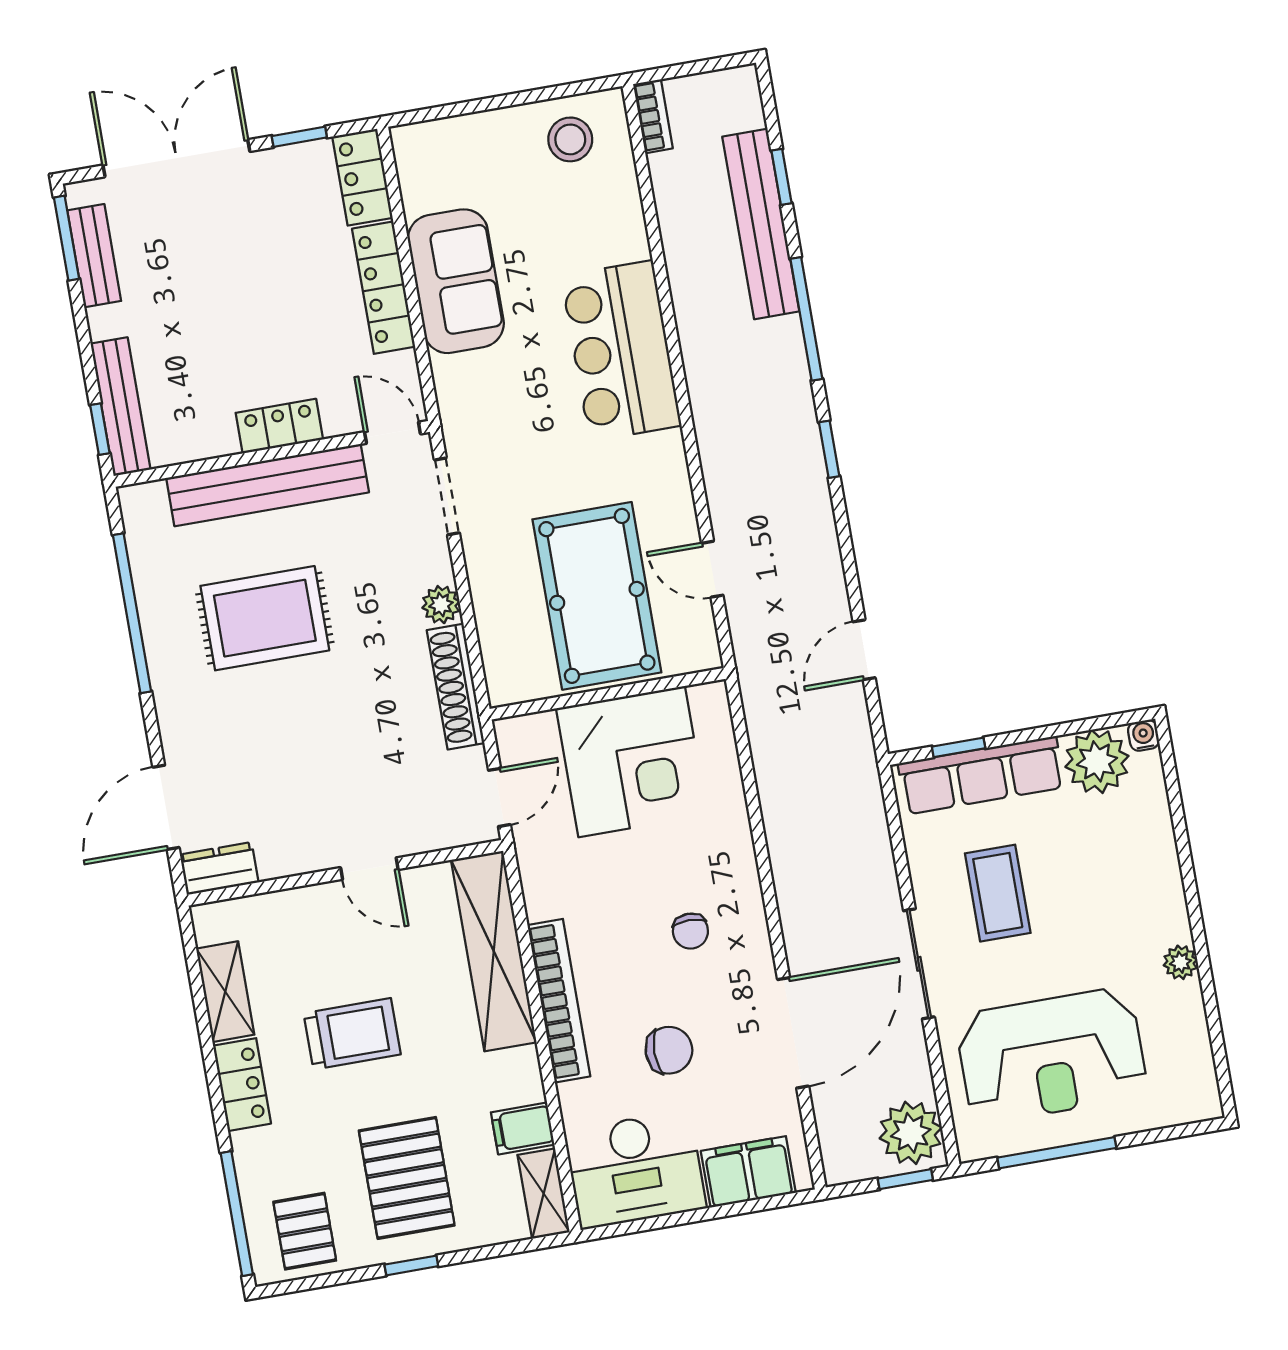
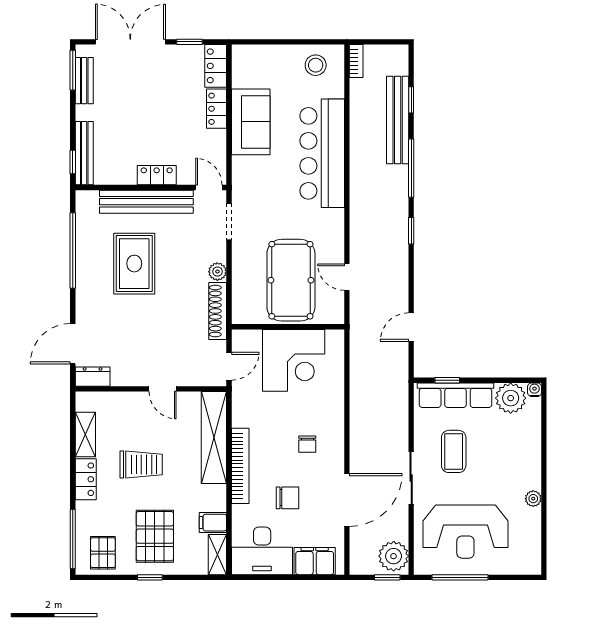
locker: (384, 288) -> (217, 109), width x0.66
bar counter: (621, 351) -> (322, 153), width x1.36
rug: (265, 618) -> (134, 264), turned 90

